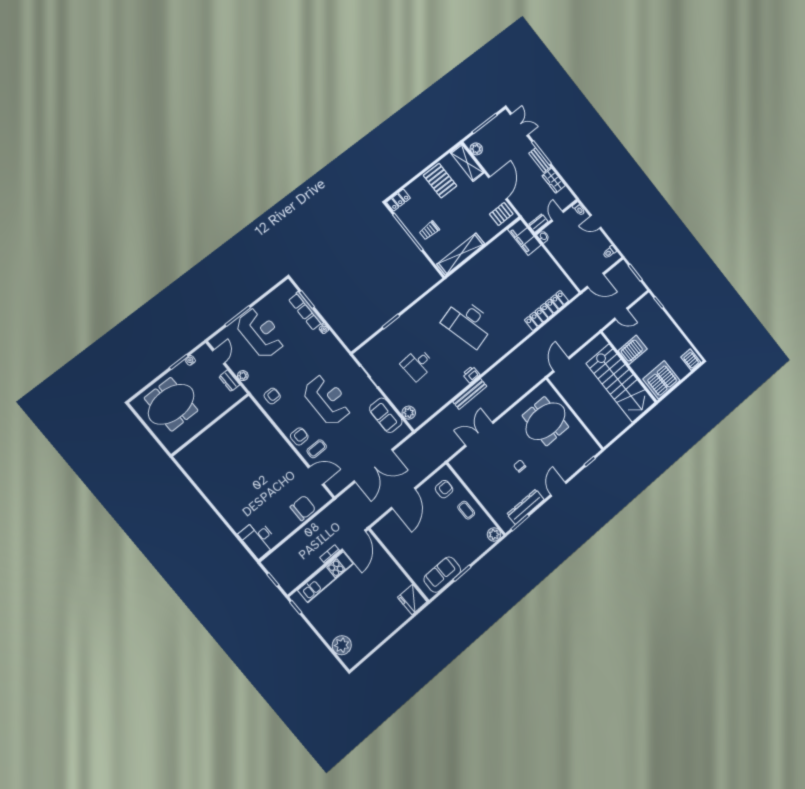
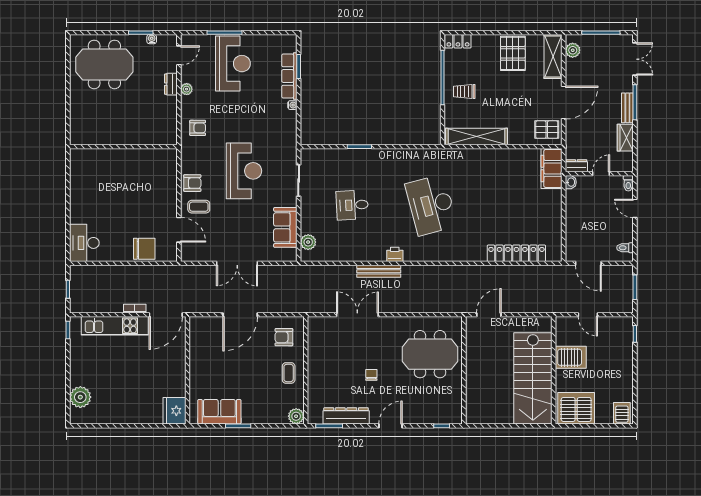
wall: (210, 425) -> (123, 147), moved
double door: (373, 466) -> (237, 263), width x0.73
armchair: (444, 489) -> (284, 337), turned 180

